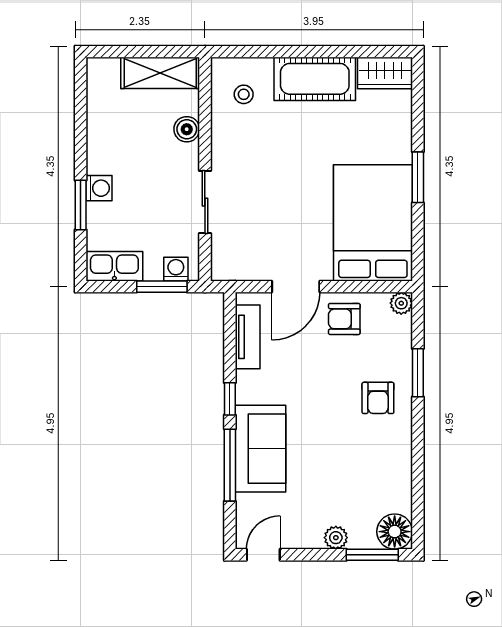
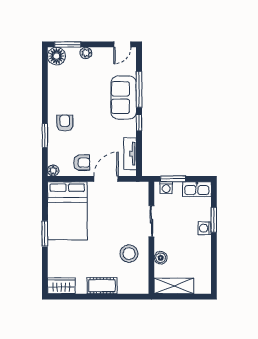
cot: (315, 79) -> (102, 286), width x0.73, depth x0.75
stool: (244, 94) -> (129, 254), moved, width x1.89, depth x1.89

